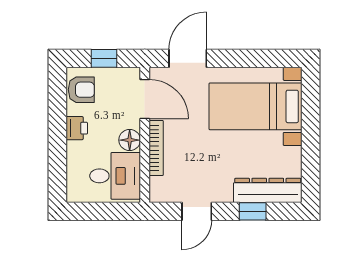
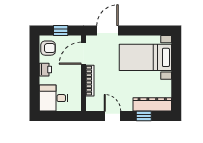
door: (145, 99) -> (83, 53), swing flipped
floor lamp: (130, 140) -> (75, 76), removed
desk: (115, 176) -> (54, 98), moved, turned 180
door: (197, 211) -> (113, 116), swing flipped

